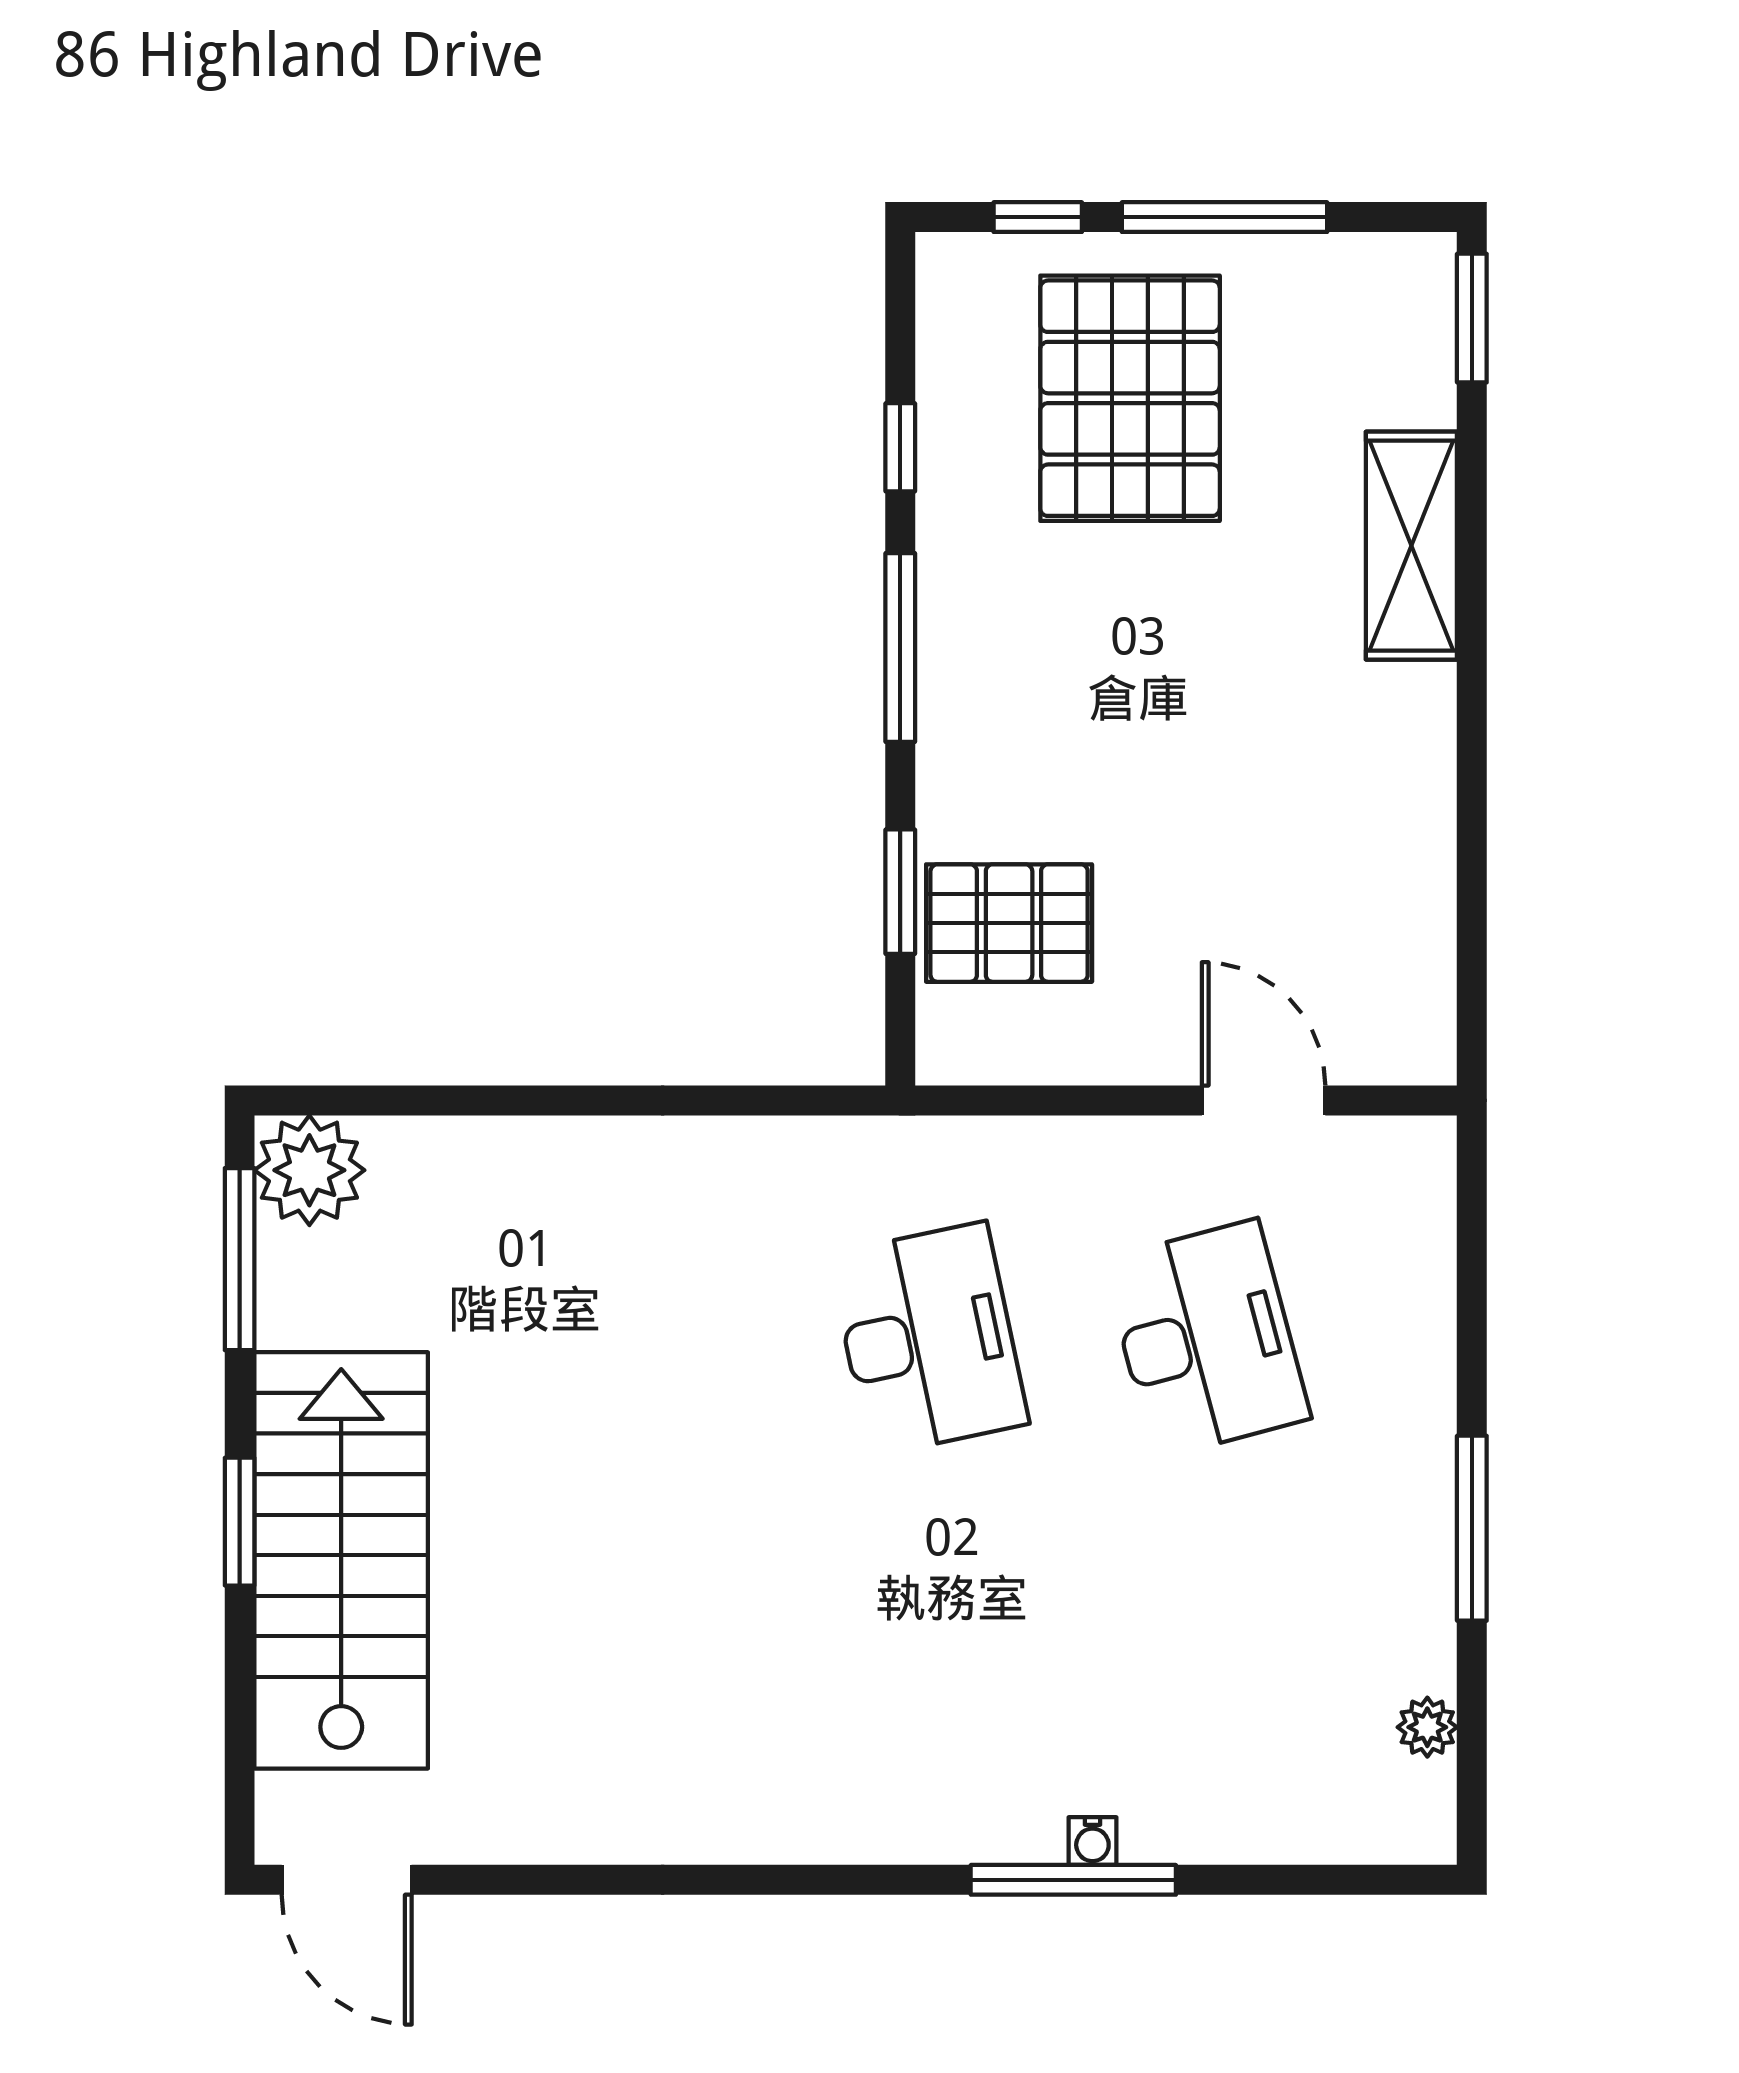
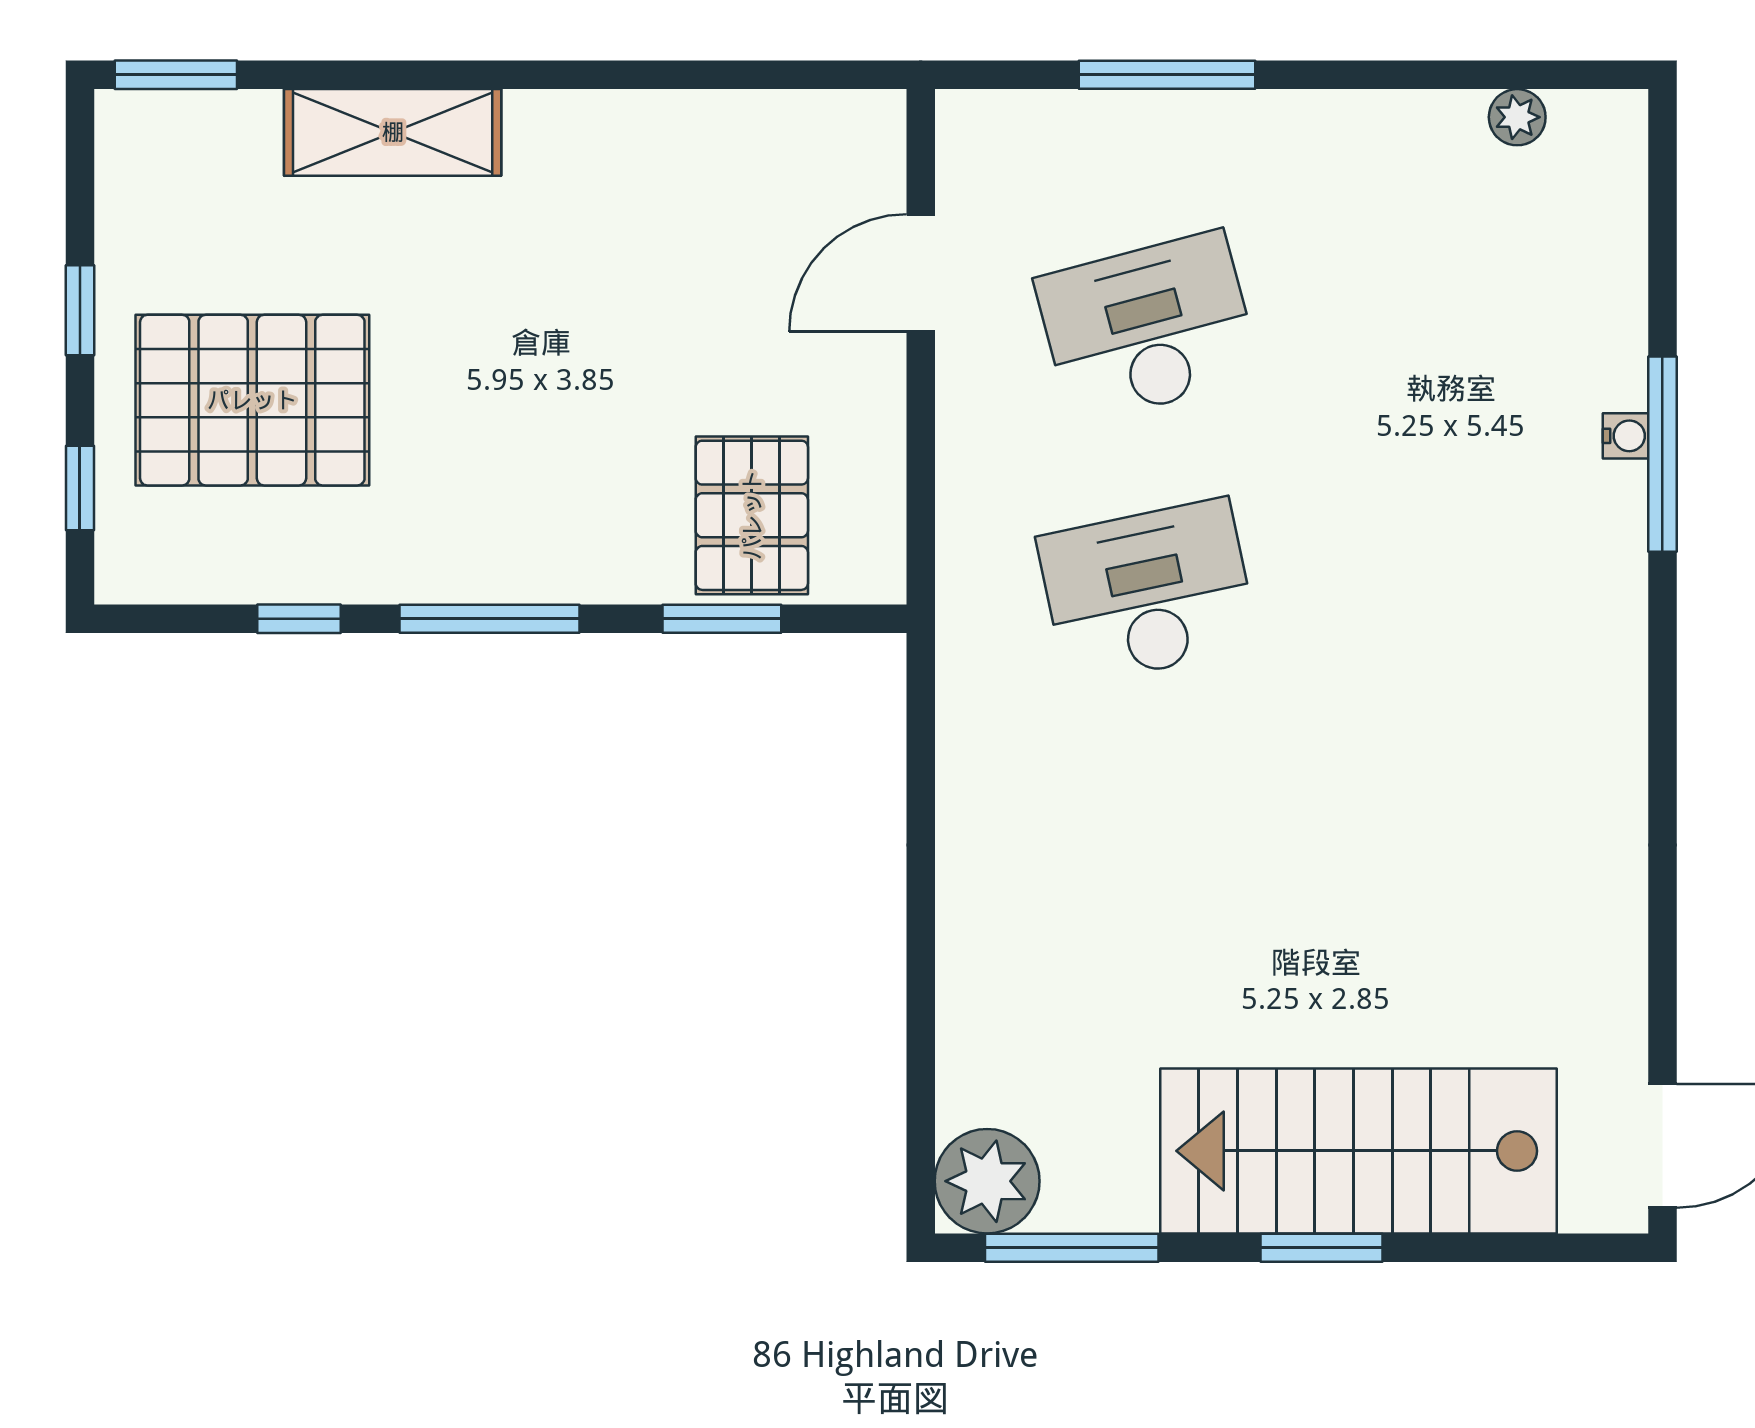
window: (1225, 217) -> (80, 310), width x0.46
window: (1472, 1528) -> (1167, 75), moved

